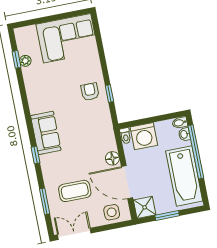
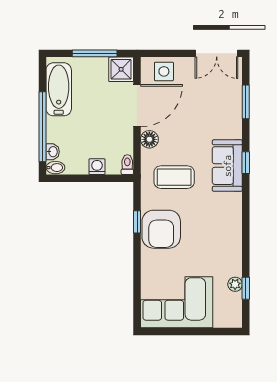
armchair: (90, 92) -> (161, 229), width x1.88, depth x1.88
sofa: (46, 133) -> (227, 166), moved
washing machine: (144, 136) -> (97, 167), width x0.53, depth x0.53
bathtub: (184, 176) -> (59, 89), width x0.73, depth x0.73
door: (127, 182) -> (137, 106), hinge flipped
coffee table: (75, 191) -> (174, 177), moved
window: (167, 216) -> (95, 53), width x1.44

